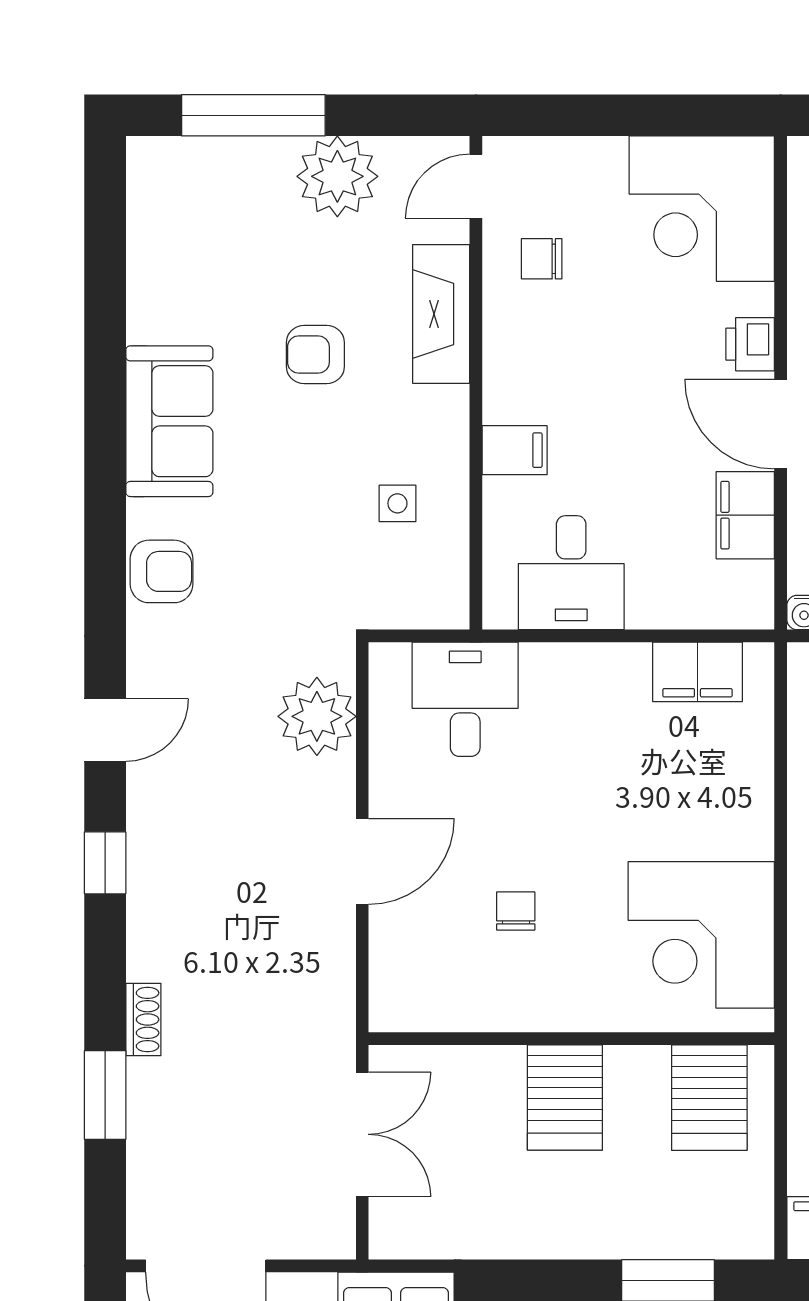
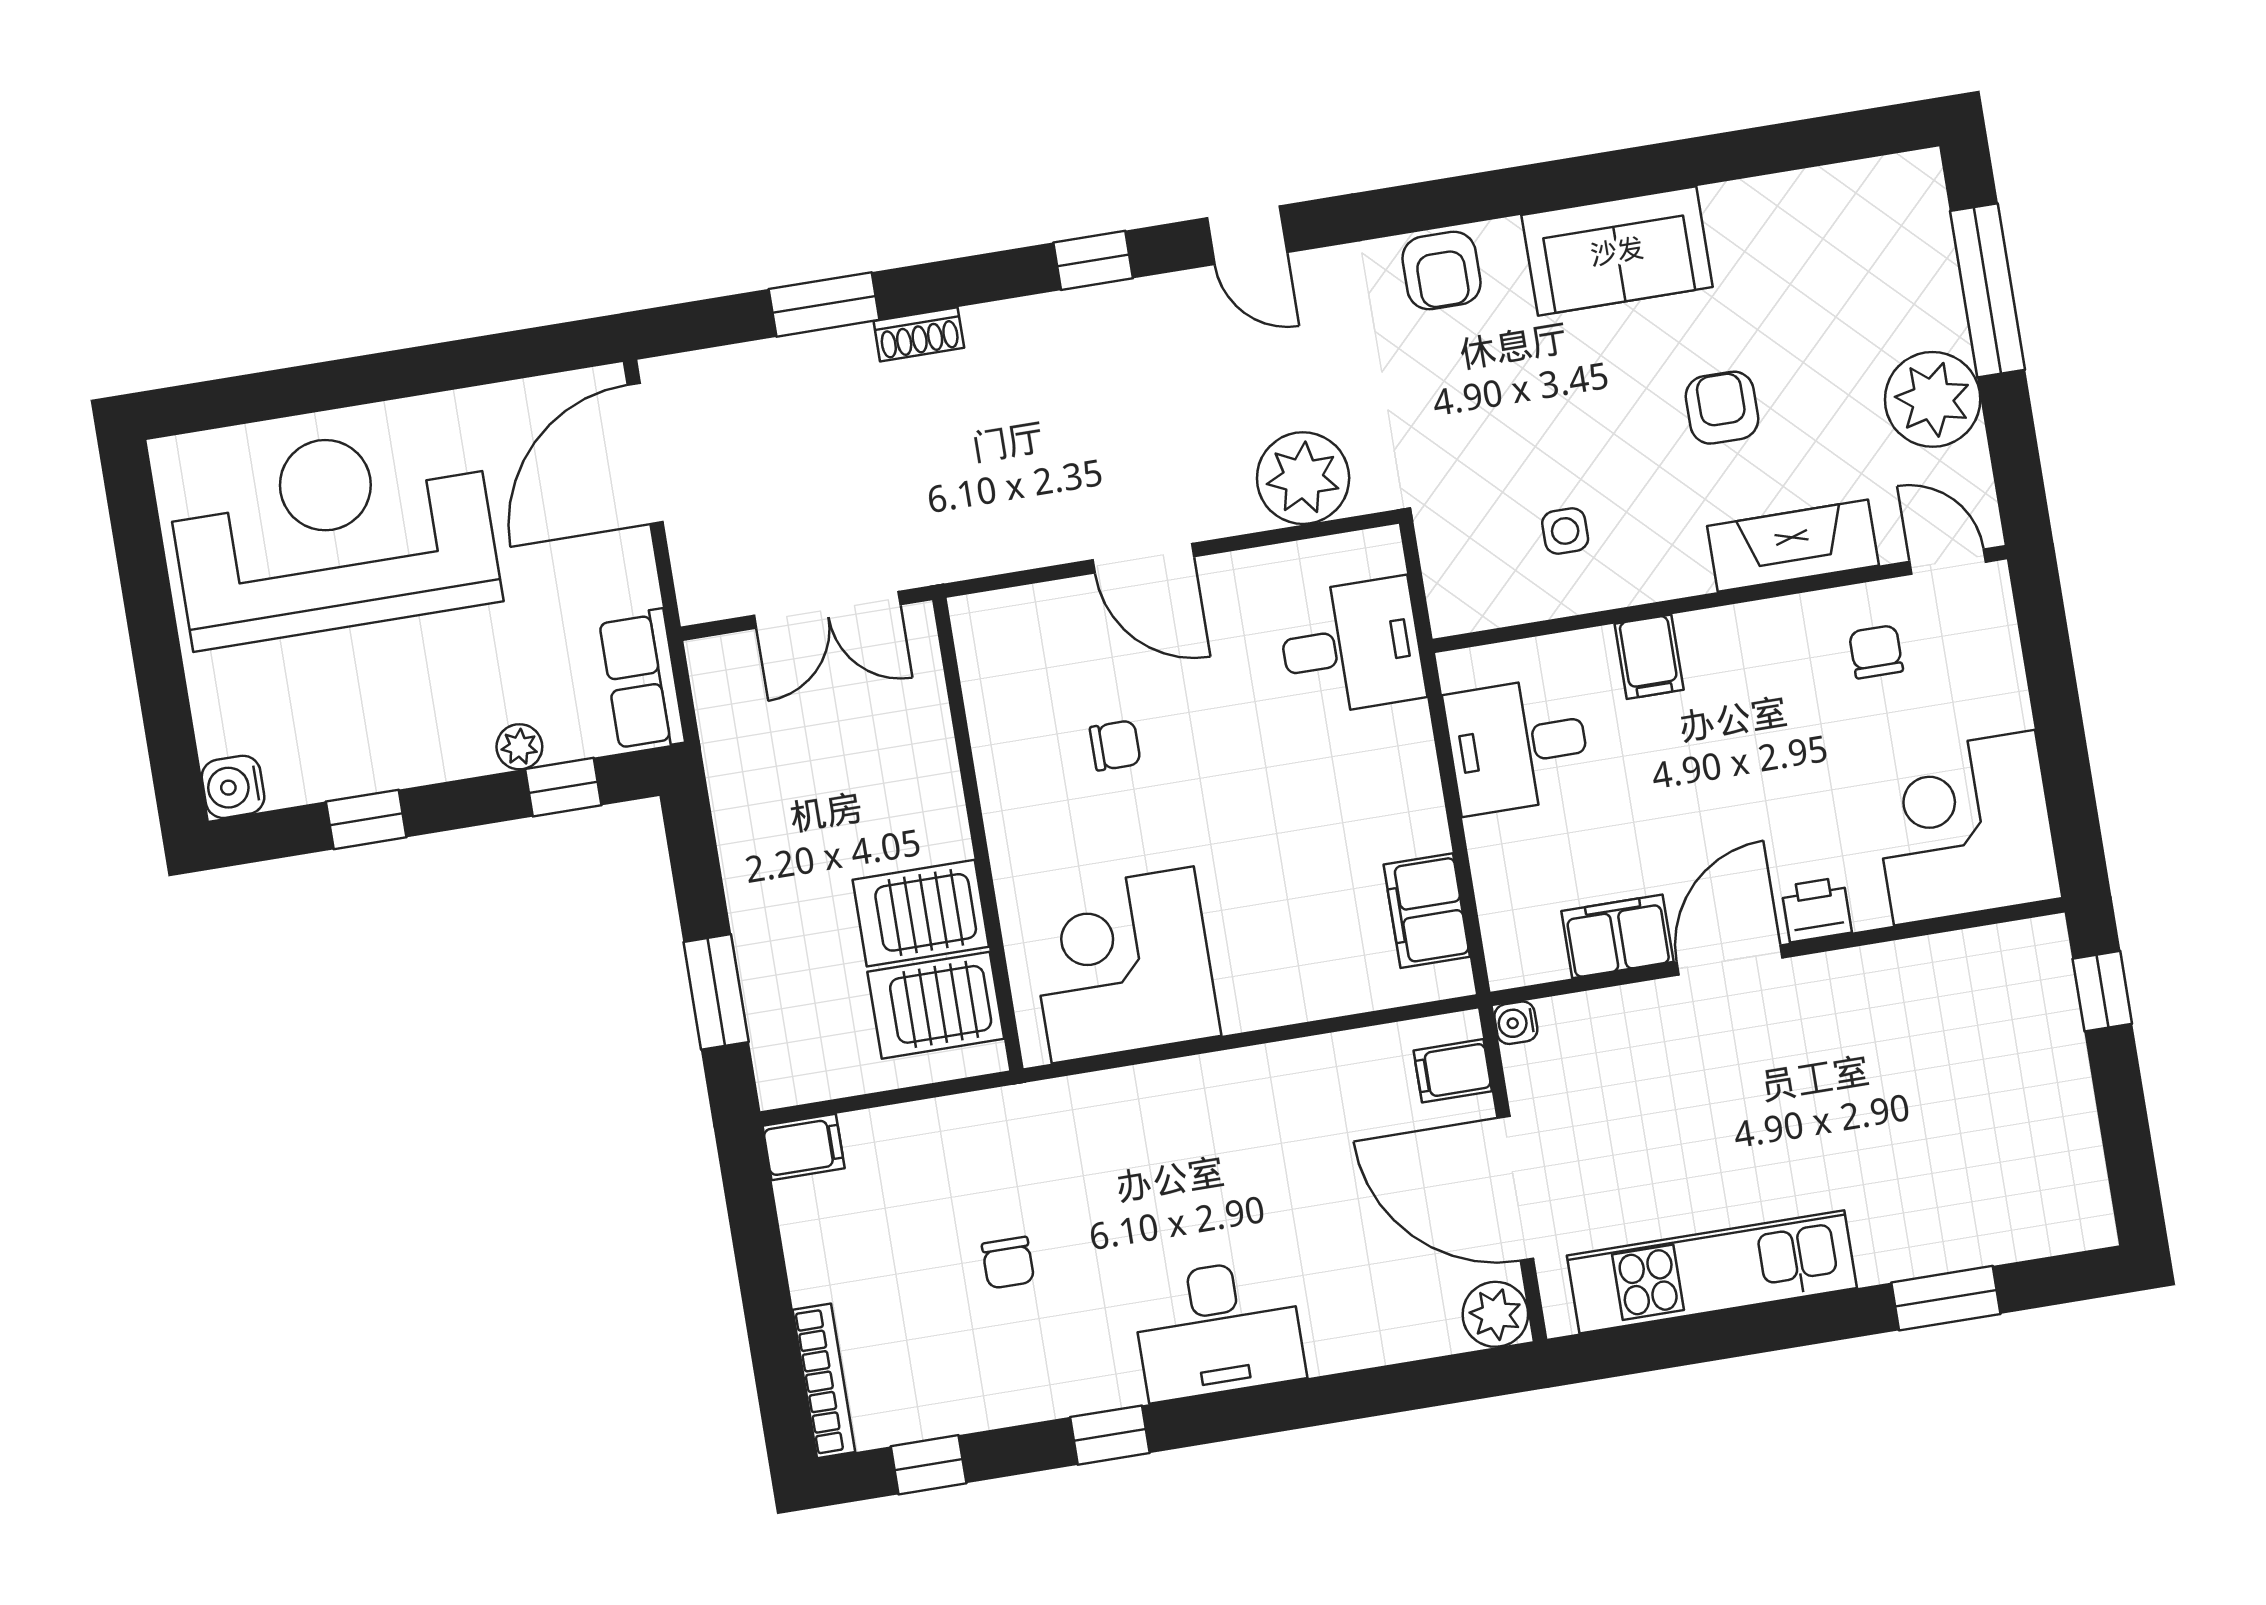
server rack: (565, 1097) -> (921, 913), moved

